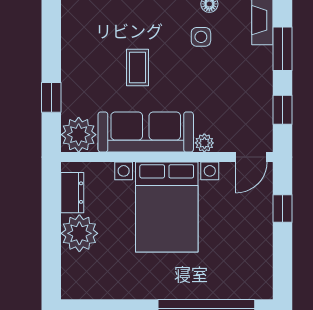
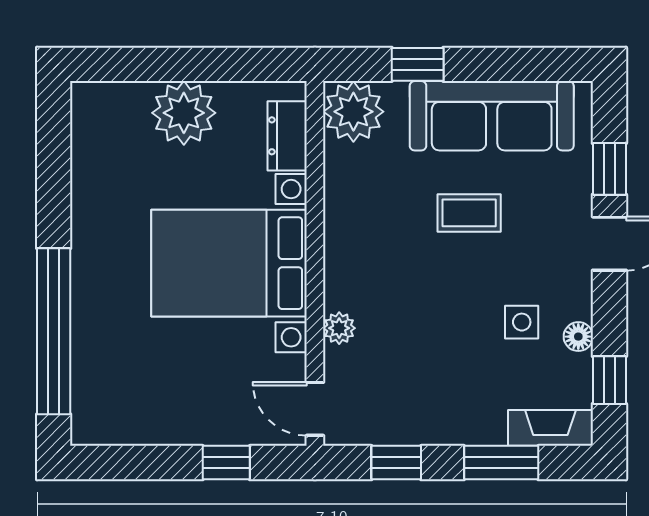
sofa: (146, 132) -> (492, 116), moved, turned 90
dresser: (72, 193) -> (287, 136), moved, turned 90

